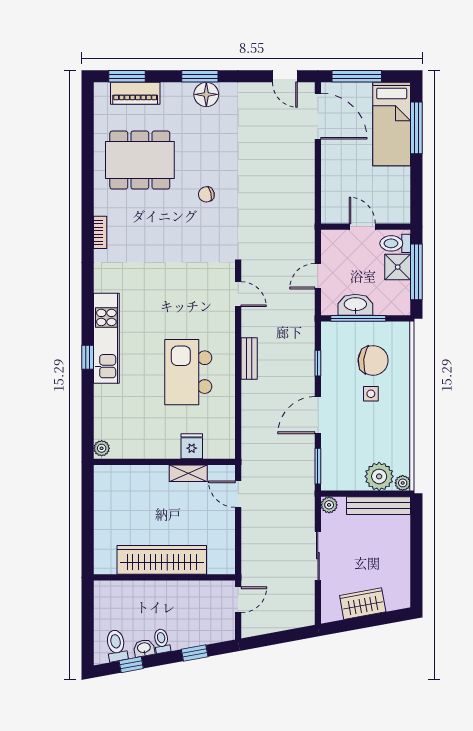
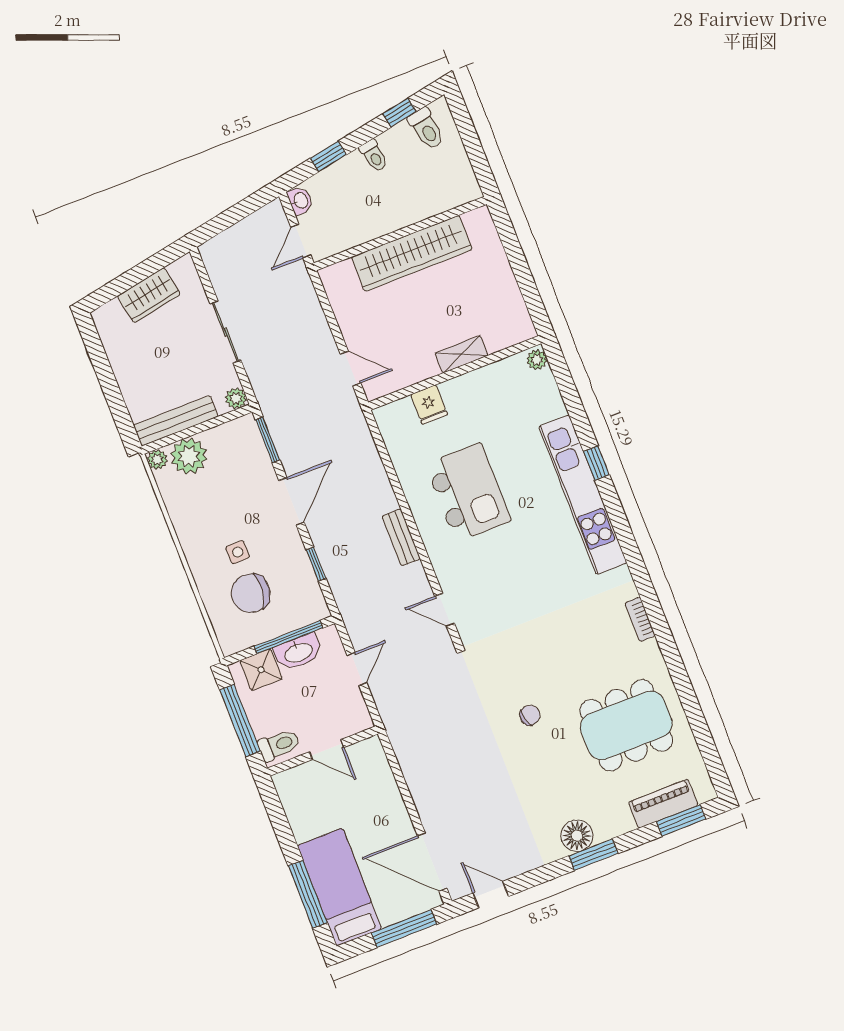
shower: (398, 267) -> (261, 670), moved
kitchen unit: (106, 338) -> (583, 495), width x1.36
shelving: (188, 473) -> (462, 354), moved
washbasin: (144, 648) -> (300, 201), moved, turned -80

